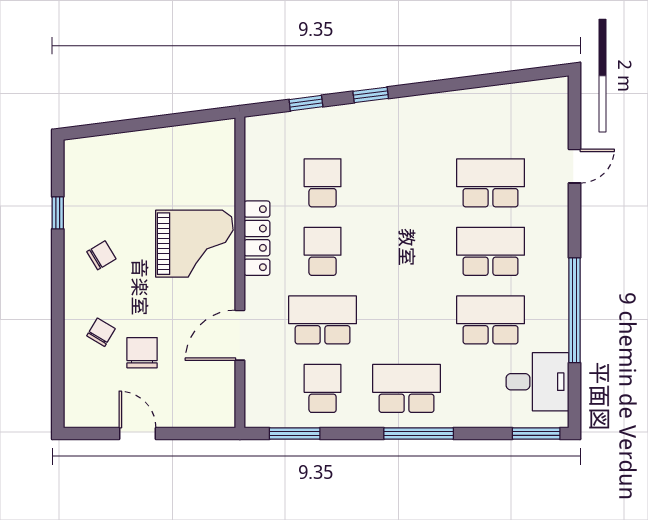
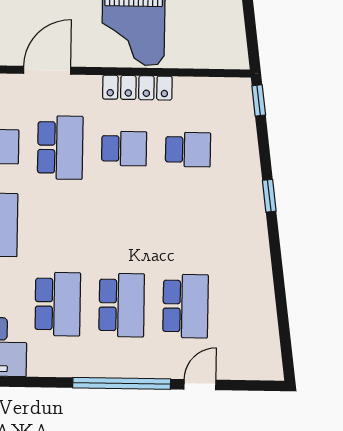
window: (306, 103) -> (259, 100), moved
door: (575, 166) -> (200, 385), swing flipped
window: (575, 310) -> (122, 383), moved
door: (240, 335) -> (47, 70), hinge flipped

